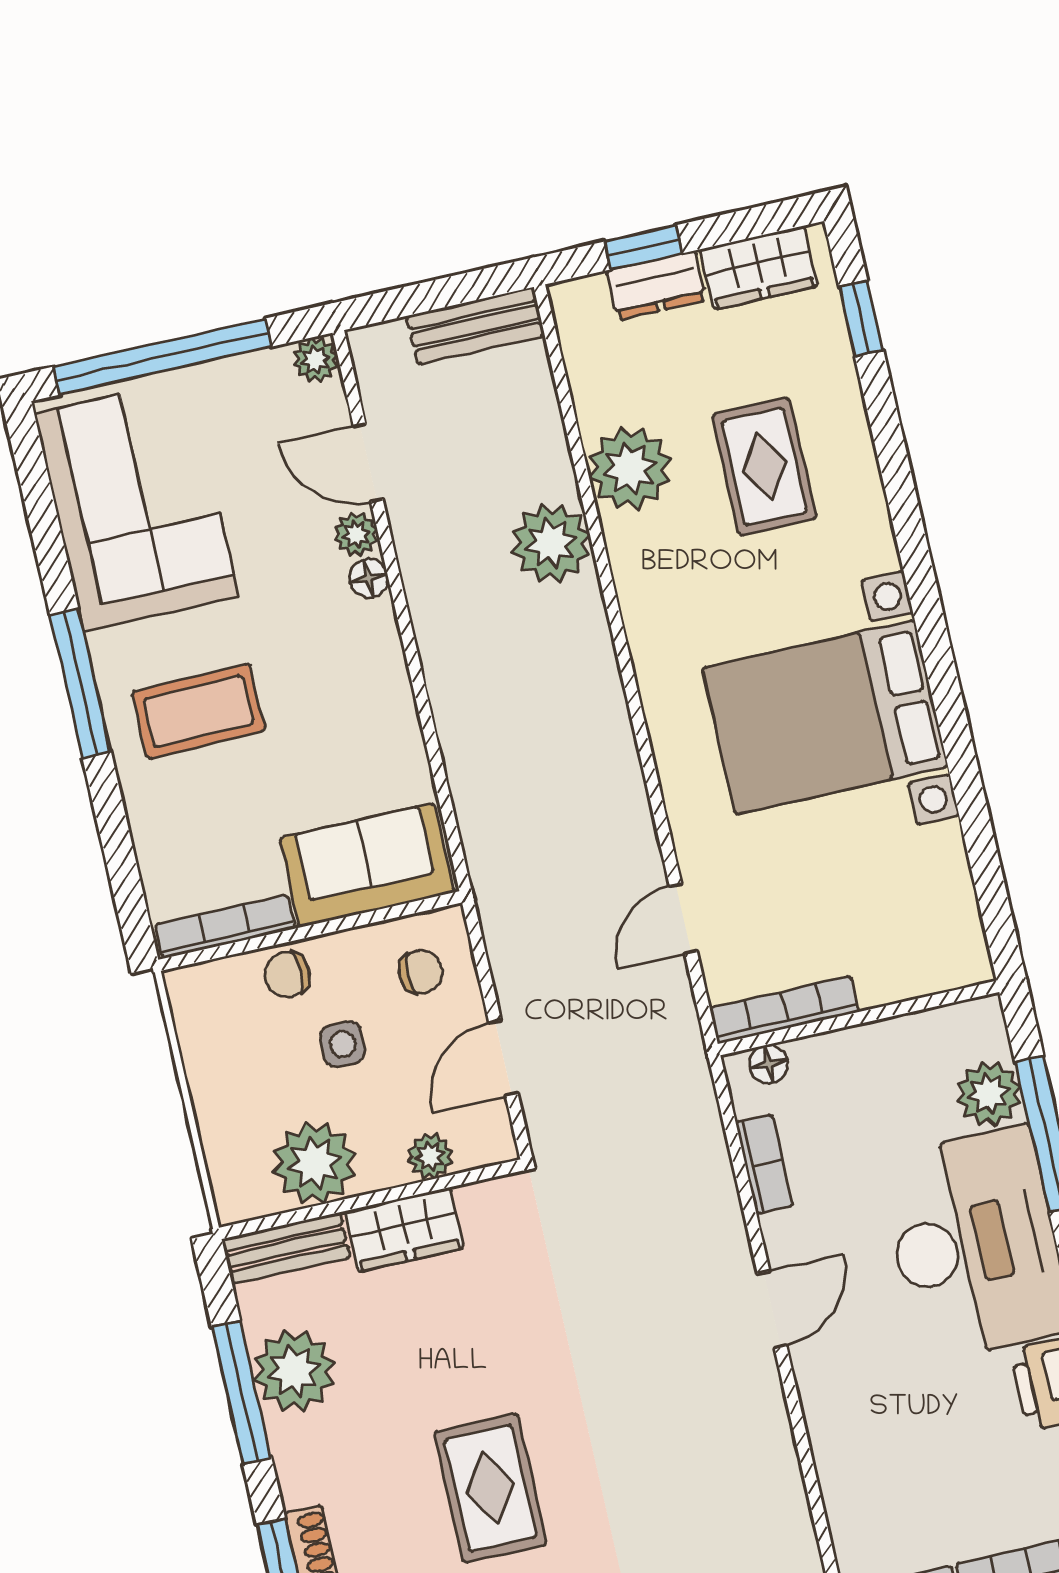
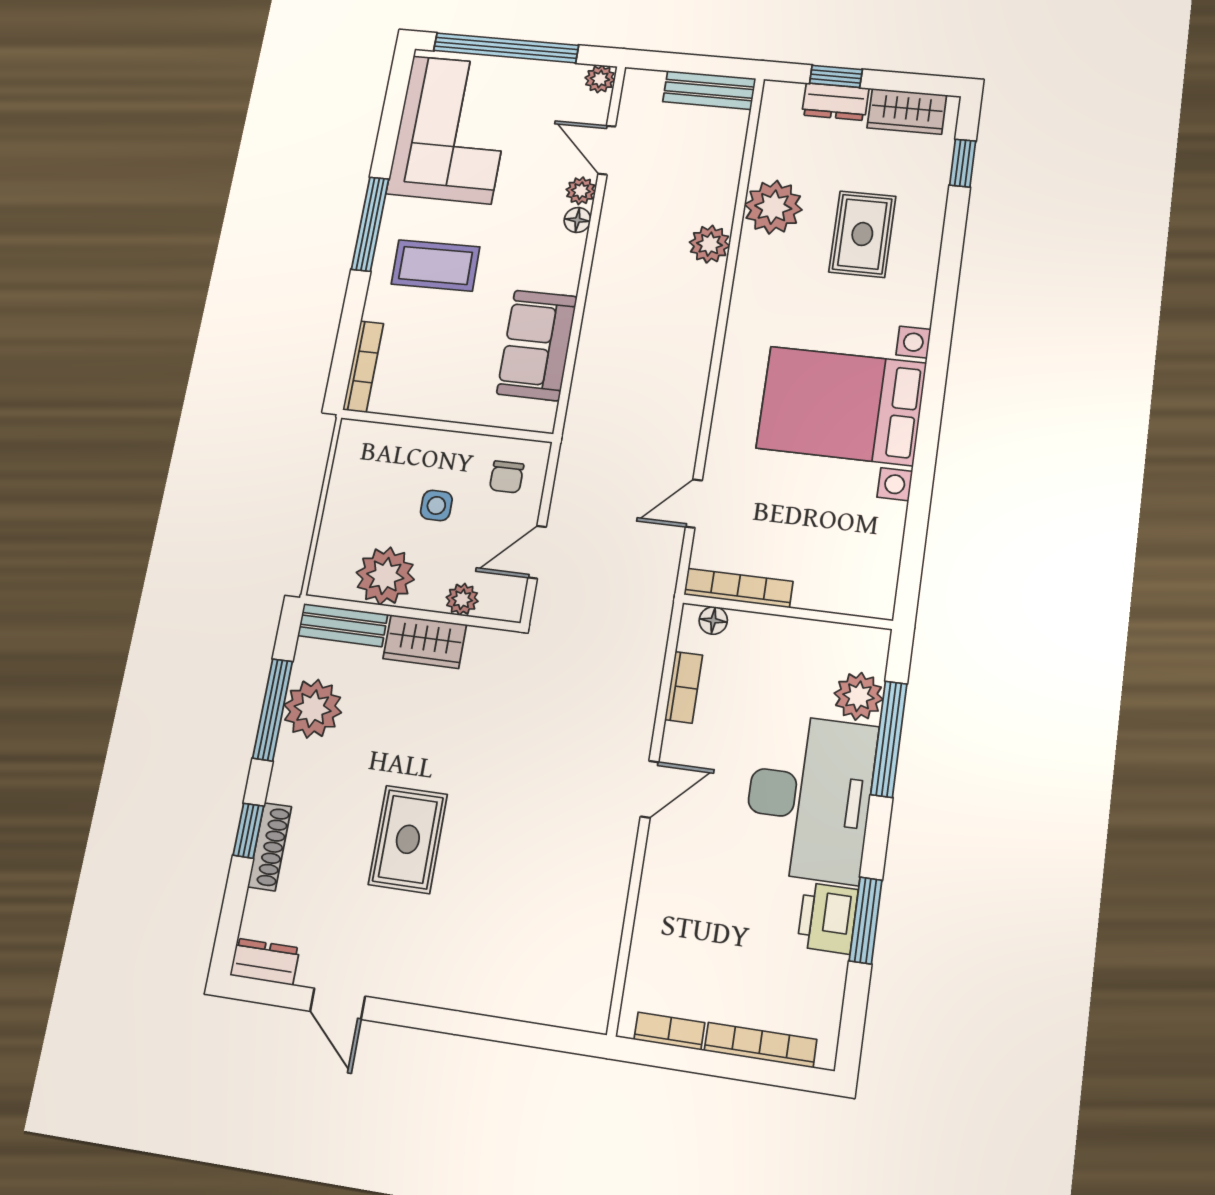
plant: (551, 543) -> (710, 244), width x0.73, depth x0.73
sofa: (367, 865) -> (537, 345), moved, turned -90
bookcase: (225, 927) -> (363, 367), moved, turned 90
chair: (421, 972) -> (507, 477), turned 90
chair: (287, 975) -> (420, 448), removed

